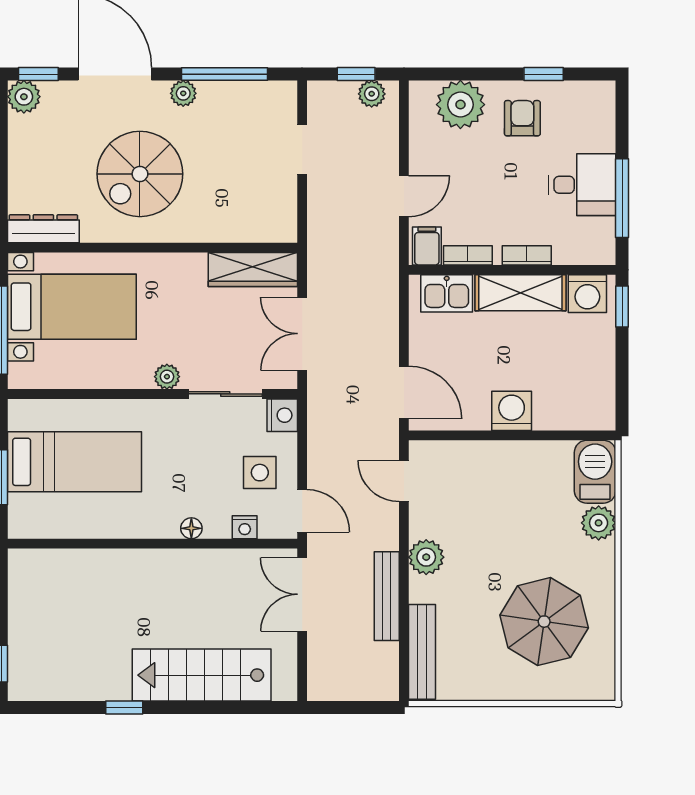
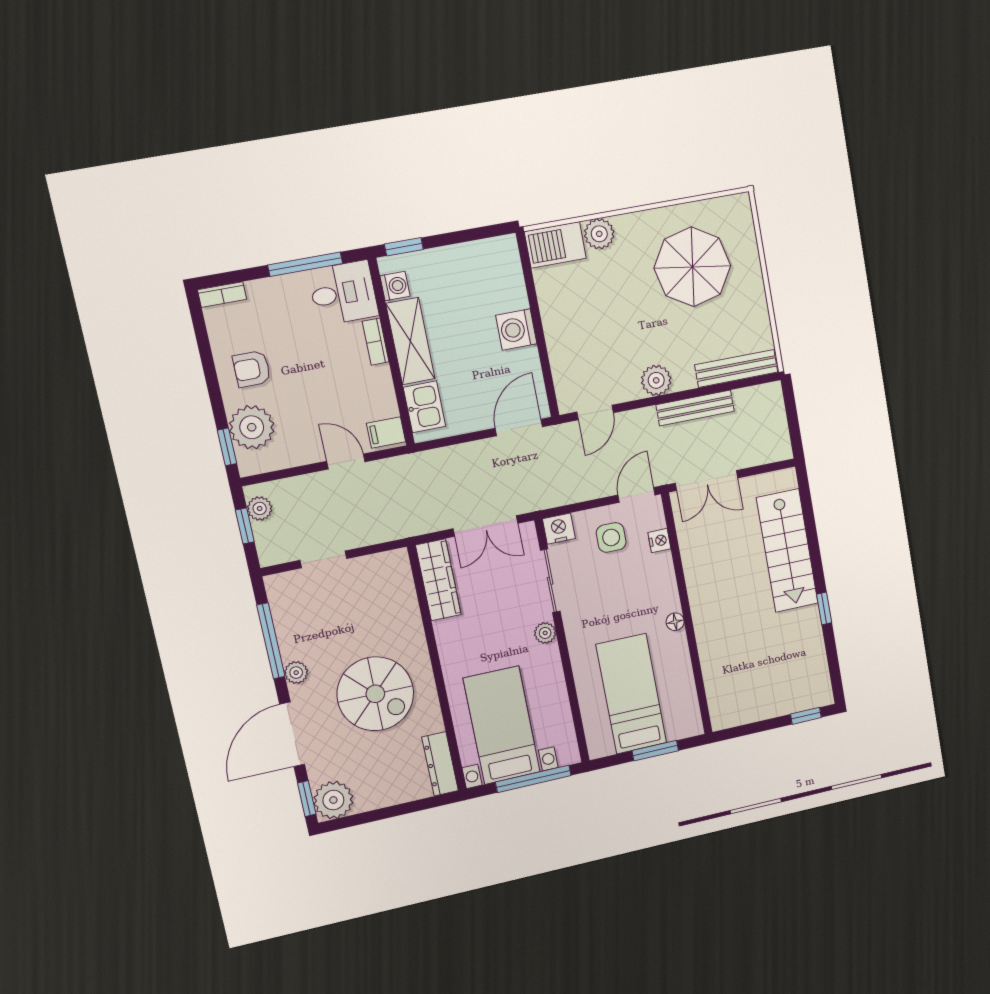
window: (544, 74) -> (227, 447), moved
plant: (24, 97) -> (333, 800), width x1.36, depth x1.36
desk: (582, 185) -> (343, 293), moved, turned 90
bookcase: (468, 255) -> (222, 295), moved, turned -90
washing machine: (587, 294) -> (395, 286), width x0.73, depth x0.73
floor lamp: (191, 528) -> (675, 622), moved

